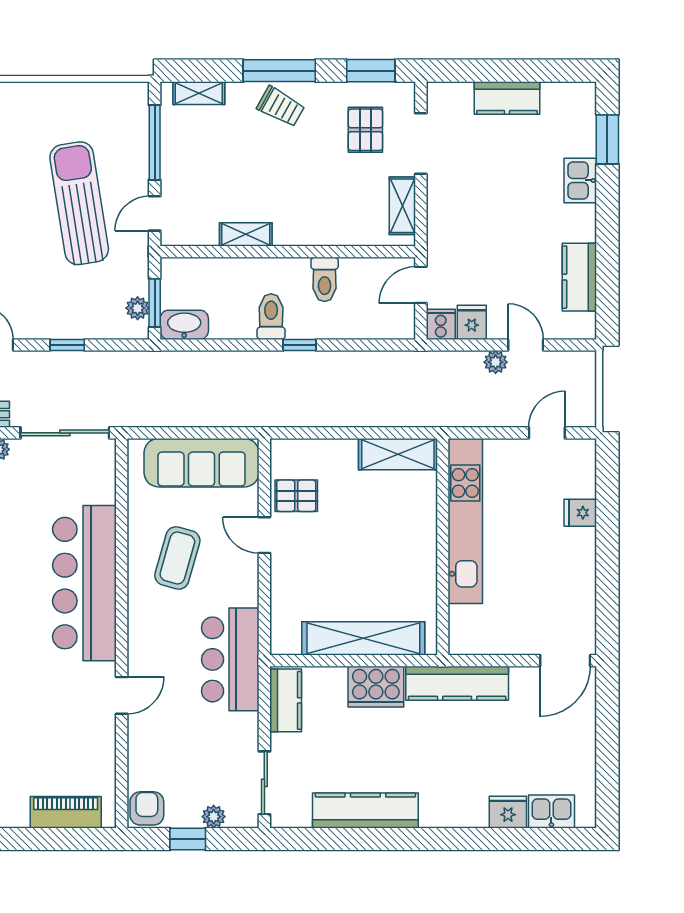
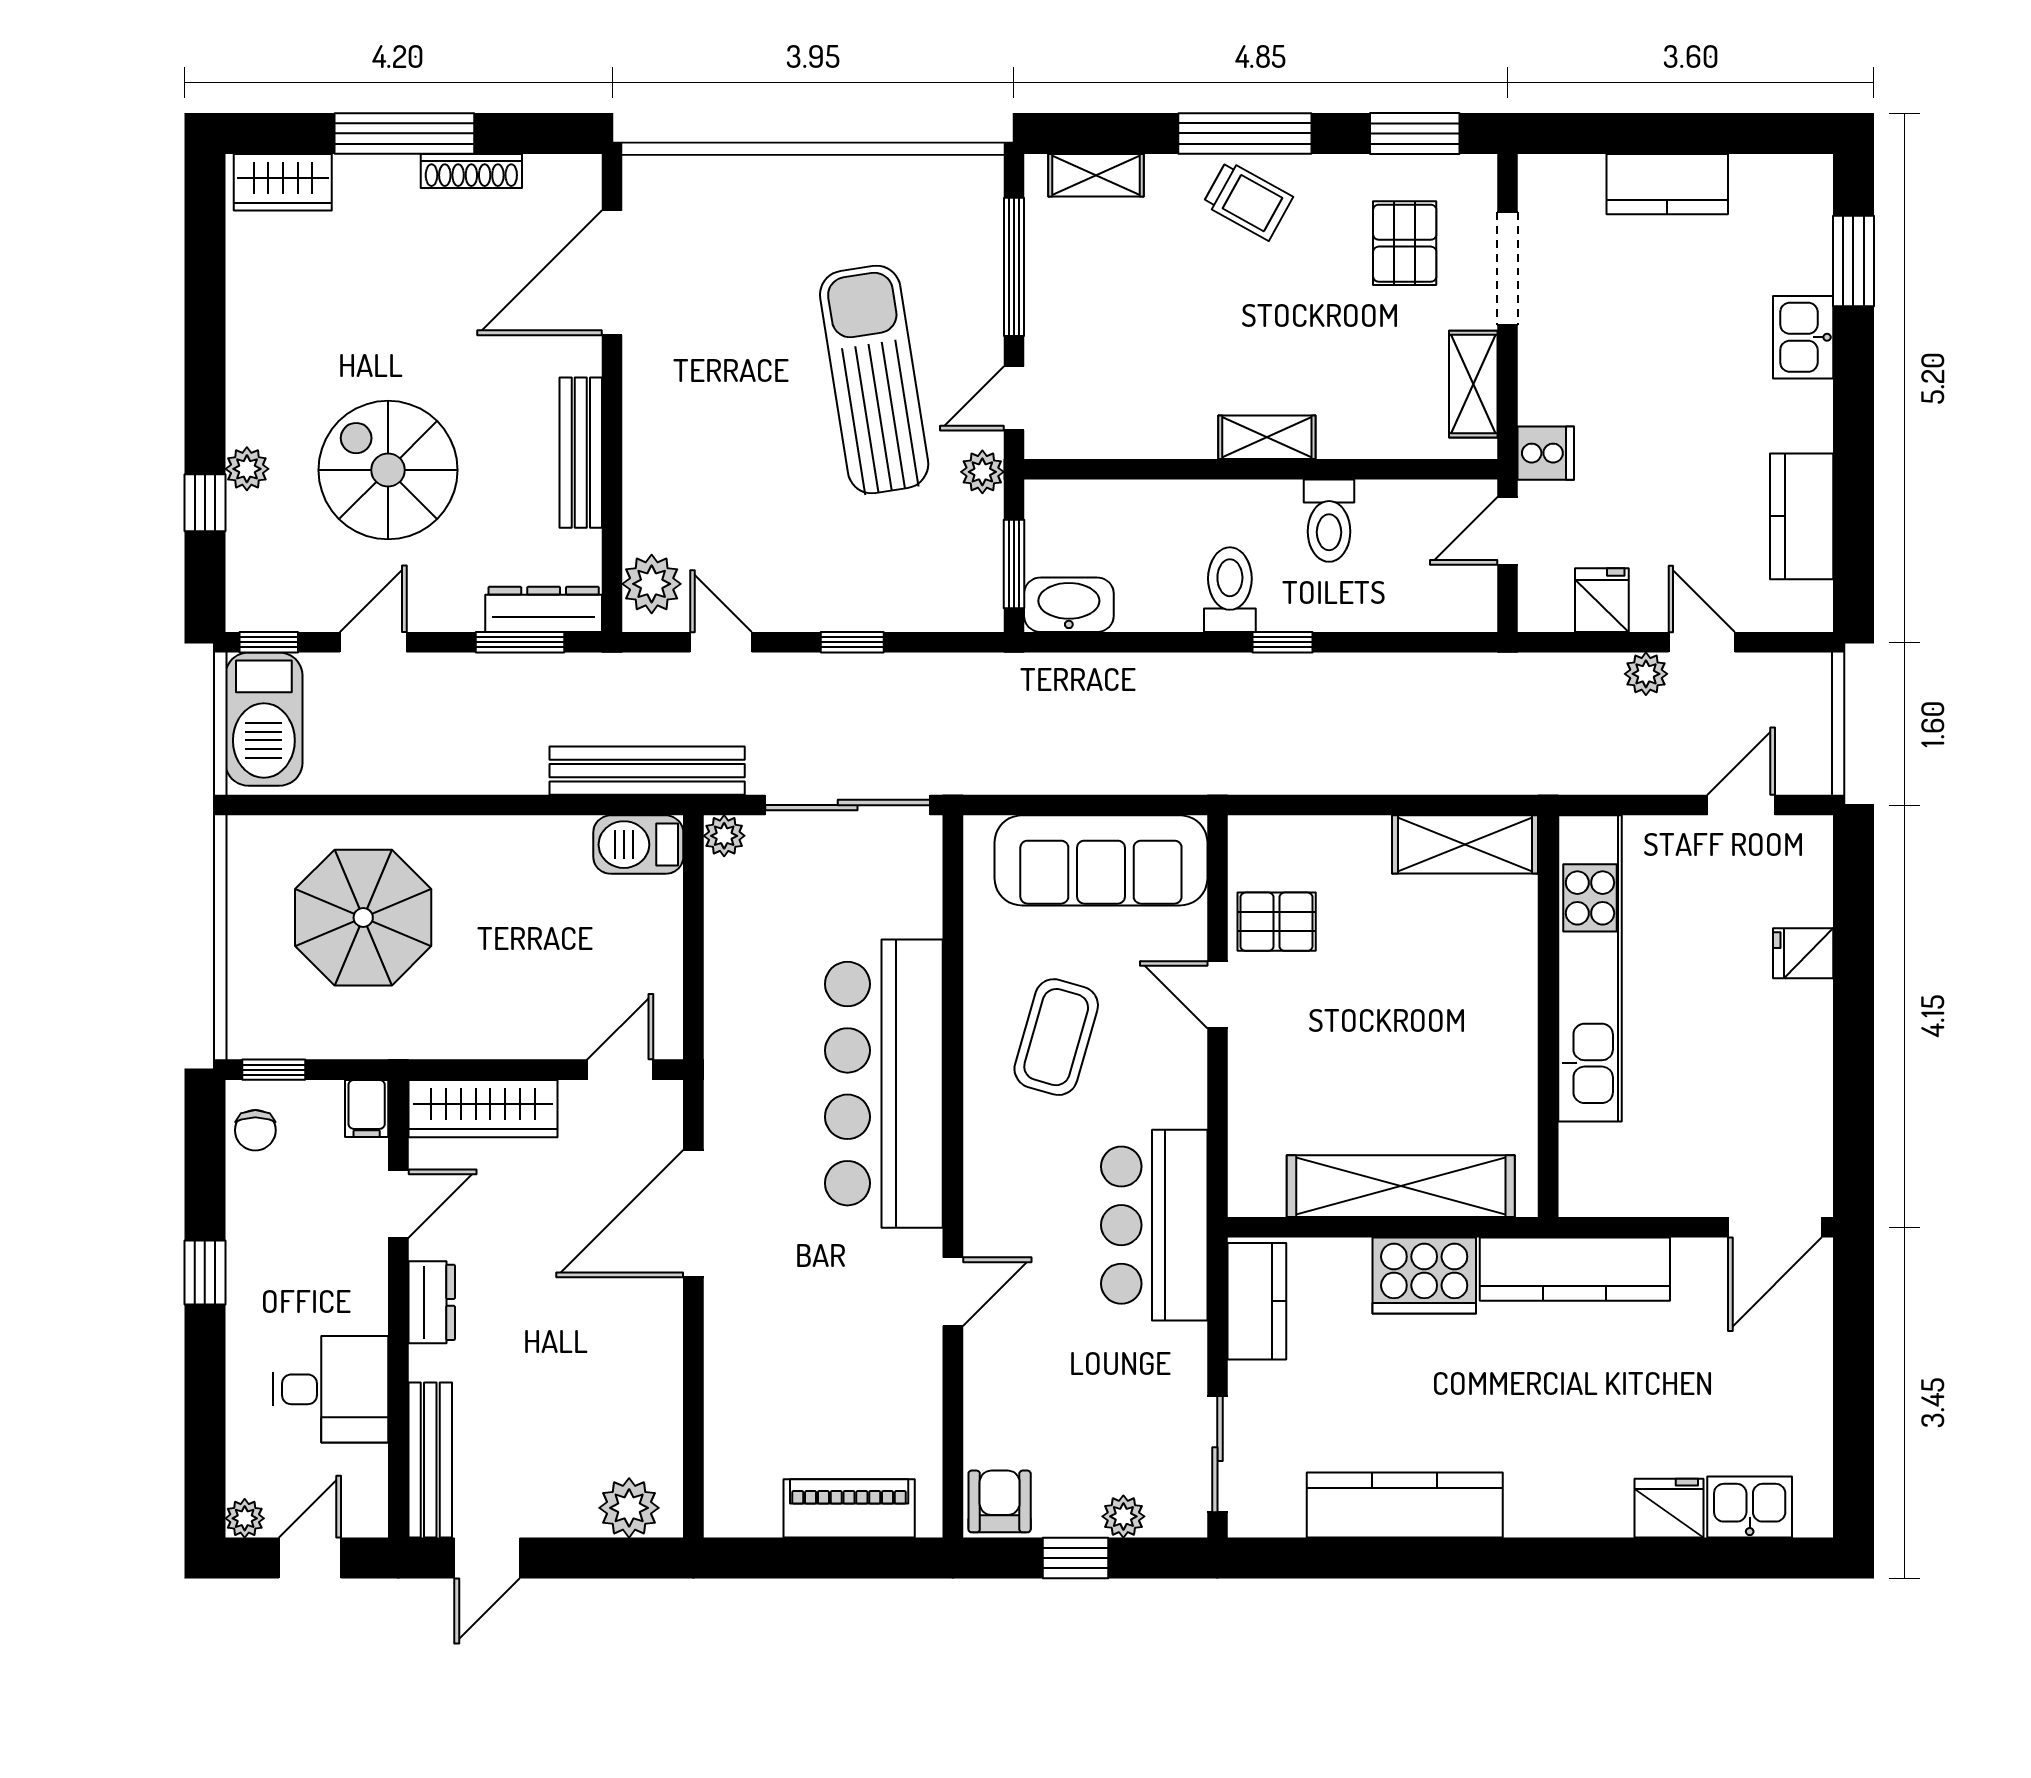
shelving: (246, 234) -> (1267, 437), moved
plant: (138, 308) -> (982, 472), moved
cooker: (441, 324) -> (1546, 453), moved, turned 90

